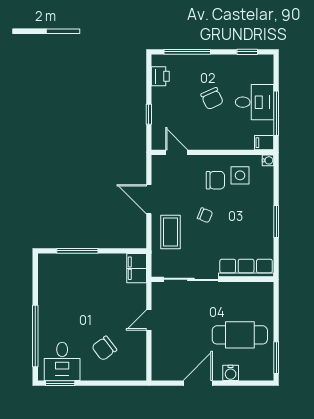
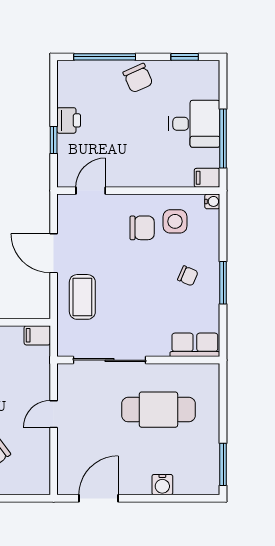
printer: (160, 76) -> (69, 120), moved
chair: (212, 98) -> (138, 78), moved
door: (177, 152) -> (91, 191), hinge flipped
chair: (205, 215) -> (188, 276), moved
filing cabinet: (137, 268) -> (37, 335), width x0.50
row of seats: (246, 268) -> (195, 345), width x0.68
cafe table: (240, 335) -> (158, 410), moved
door: (198, 383) -> (98, 498), moved

